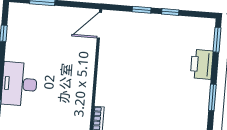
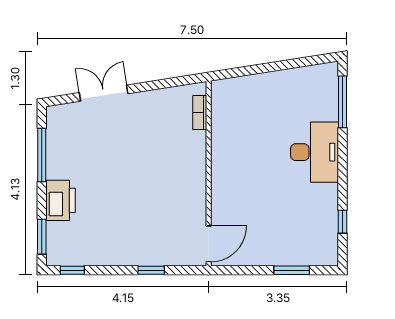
window: (170, 12) -> (72, 270), moved
window: (212, 97) -> (42, 155), width x1.44

